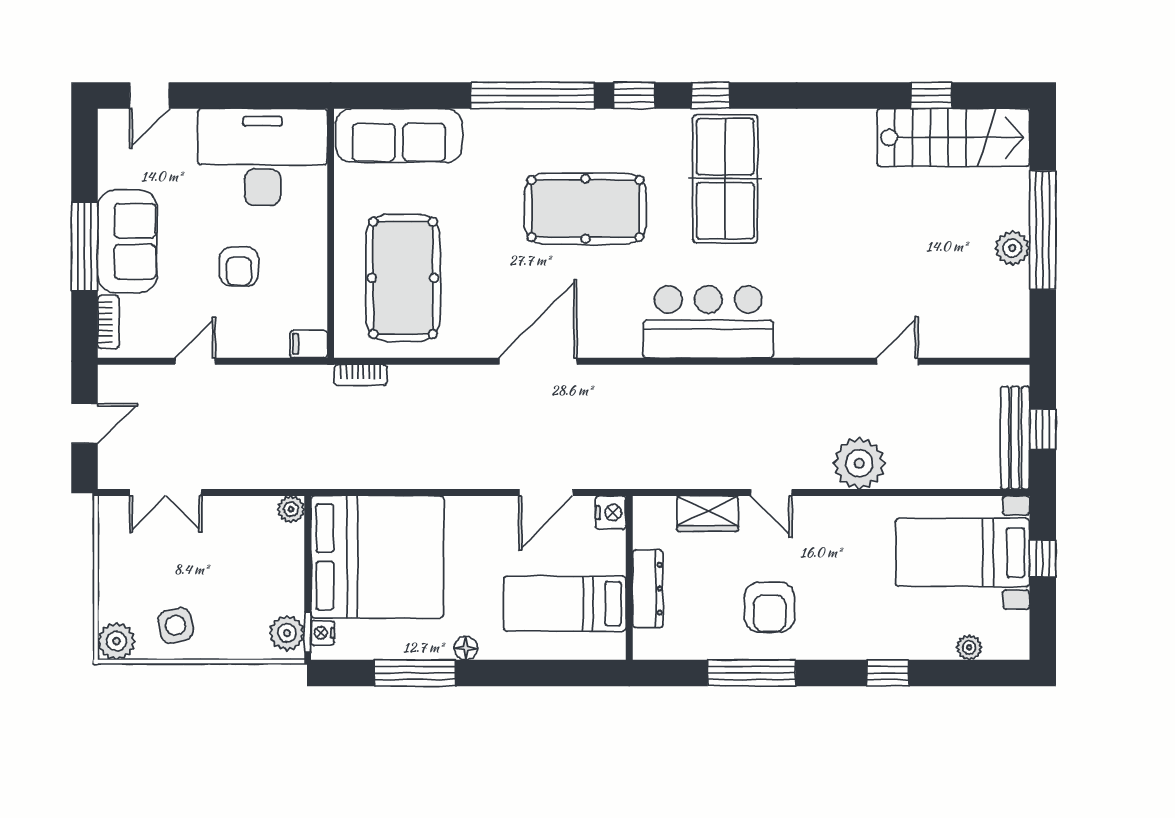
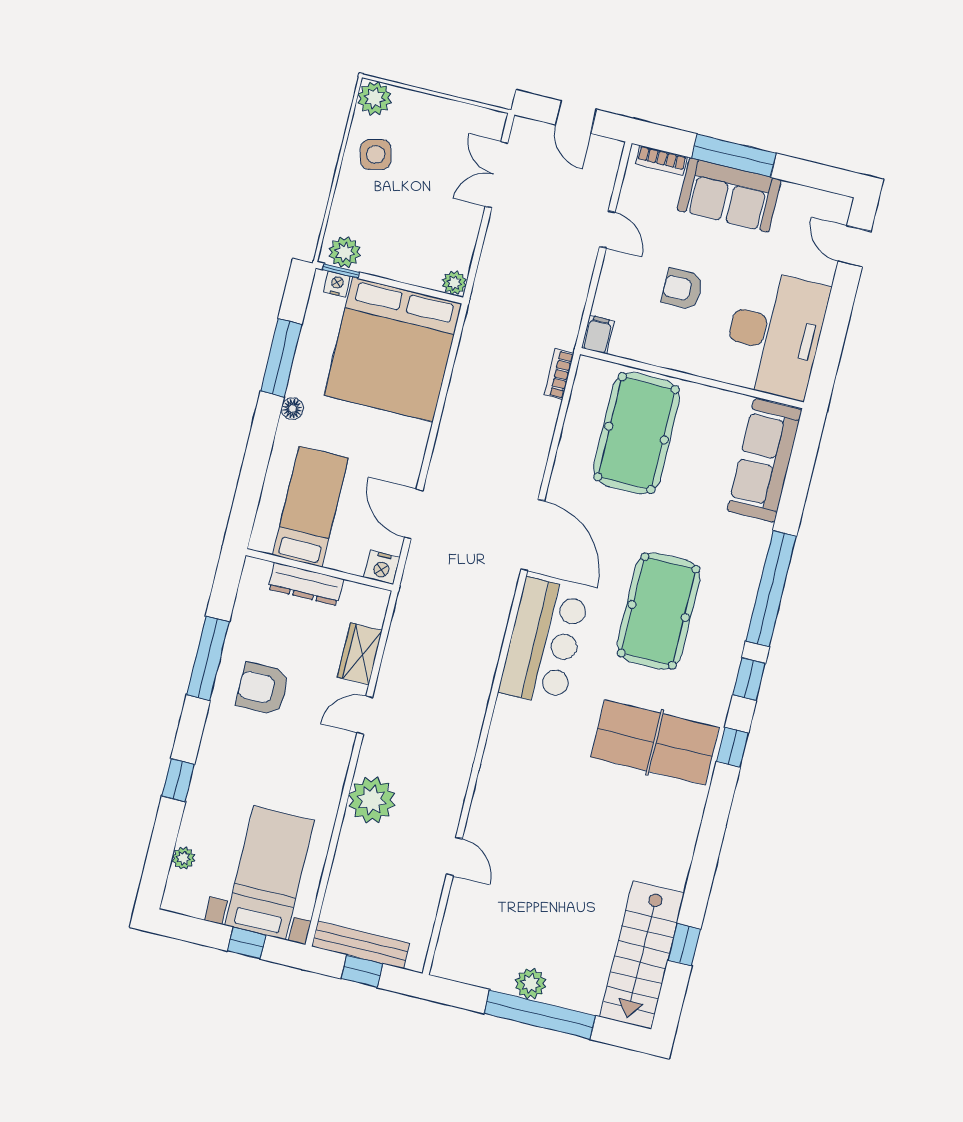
pool table: (403, 278) -> (636, 433), turned 90
bar counter: (708, 322) -> (544, 642), moved

